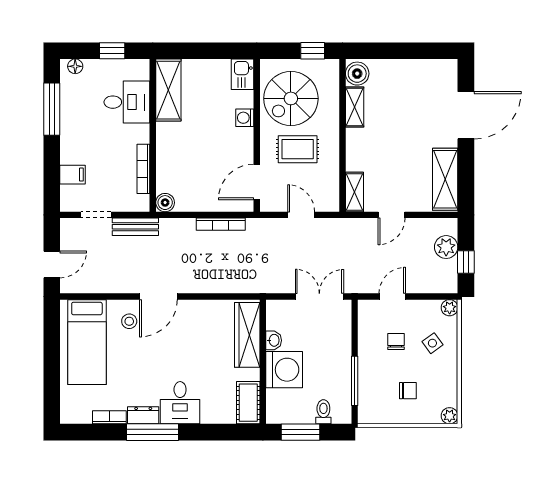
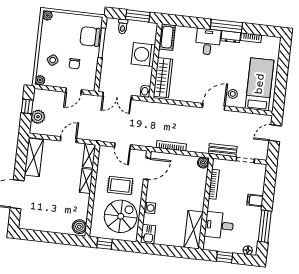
shelving: (355, 107) -> (86, 181), moved
filing cabinet: (73, 175) -> (255, 200), moved
washbasin: (274, 340) -> (145, 91), moved
chair: (408, 391) -> (90, 36), moved, width x1.87, depth x1.87

